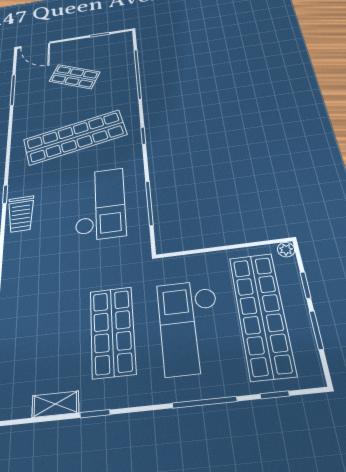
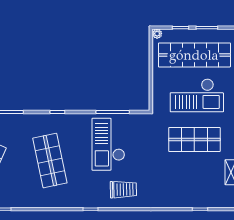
shop shelf: (75, 137) -> (50, 161), width x0.71
checkout: (100, 204) -> (108, 144), turned -90
trolley: (21, 214) -> (123, 190), moved

